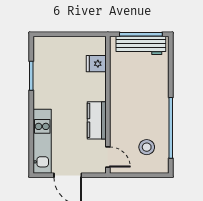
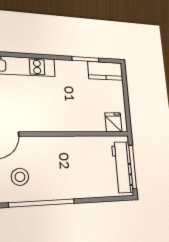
fridge: (96, 64) -> (113, 122), moved
kitchen counter: (97, 120) -> (105, 71), moved, turned 180

